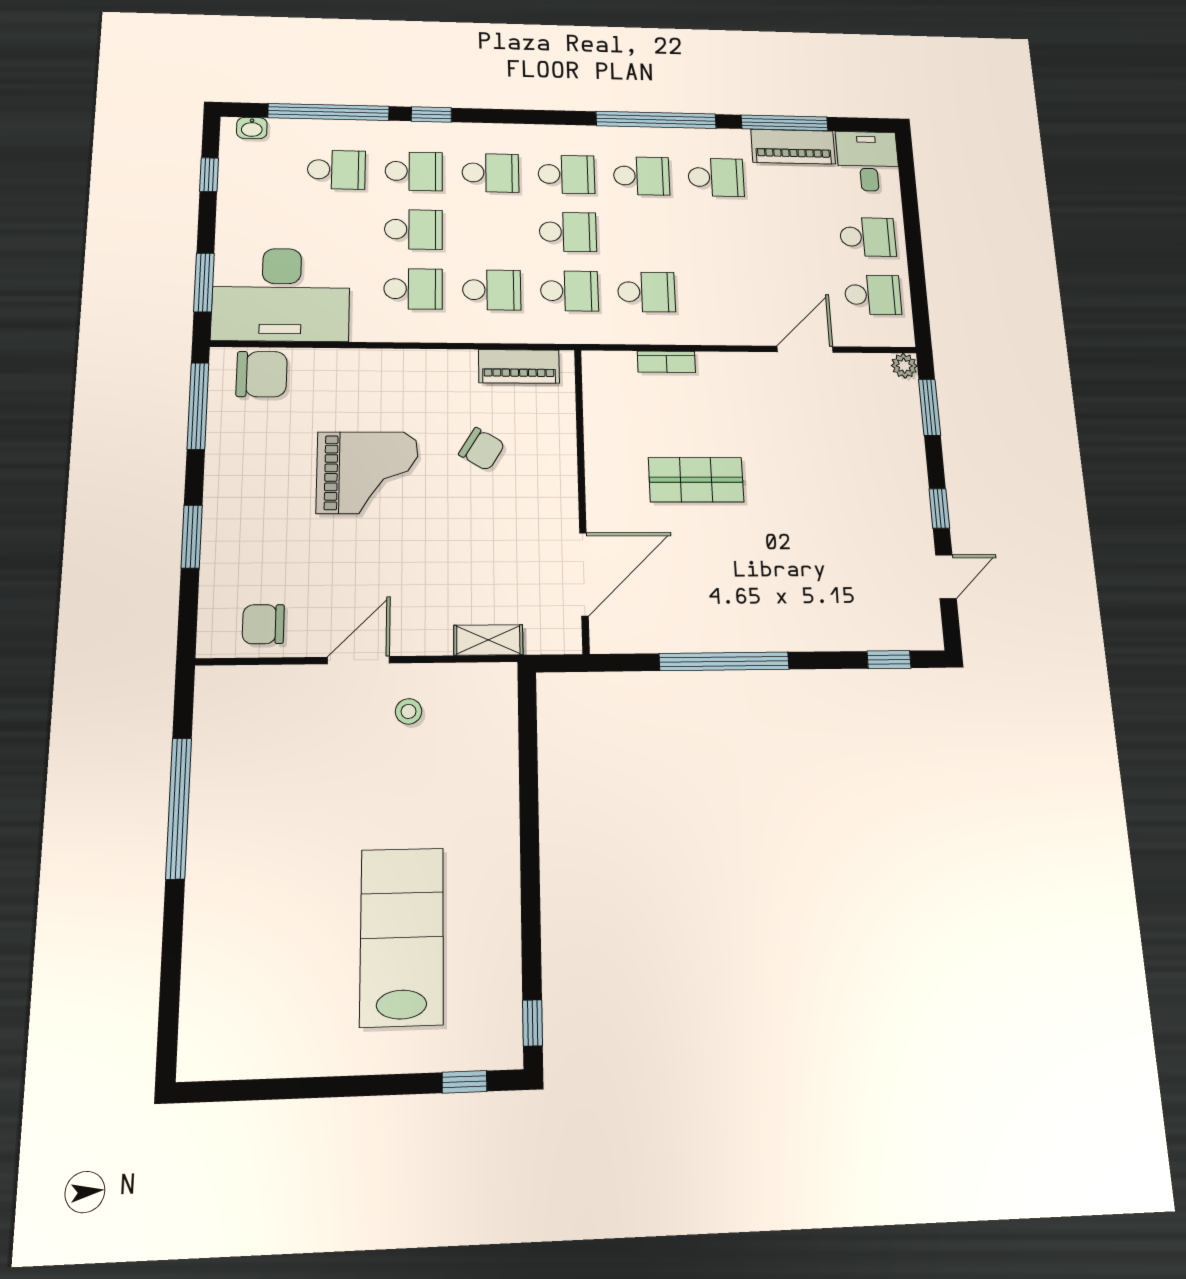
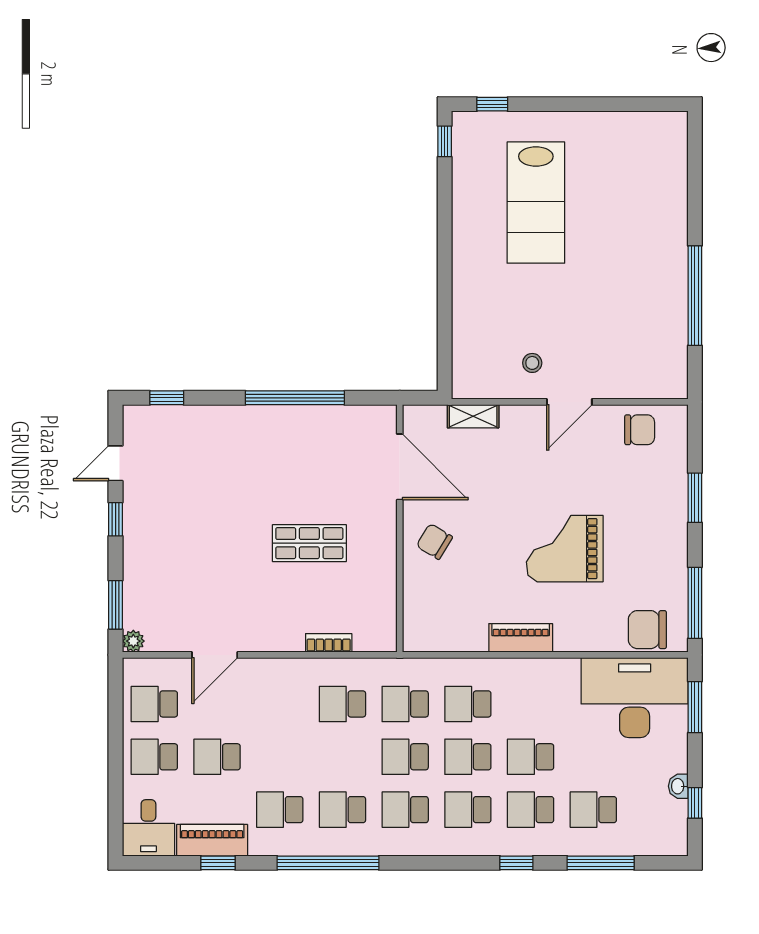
window: (329, 112) -> (601, 863), width x0.68
window: (785, 123) -> (218, 863), width x0.46
washbasin: (252, 128) -> (678, 786), moved, turned -90
school desk: (794, 236) -> (217, 757), added
school desk: (413, 289) -> (468, 757), moved
piano: (519, 366) -> (521, 638), moved
chair: (482, 449) -> (434, 541), moved
door: (584, 574) -> (400, 467), swing flipped

